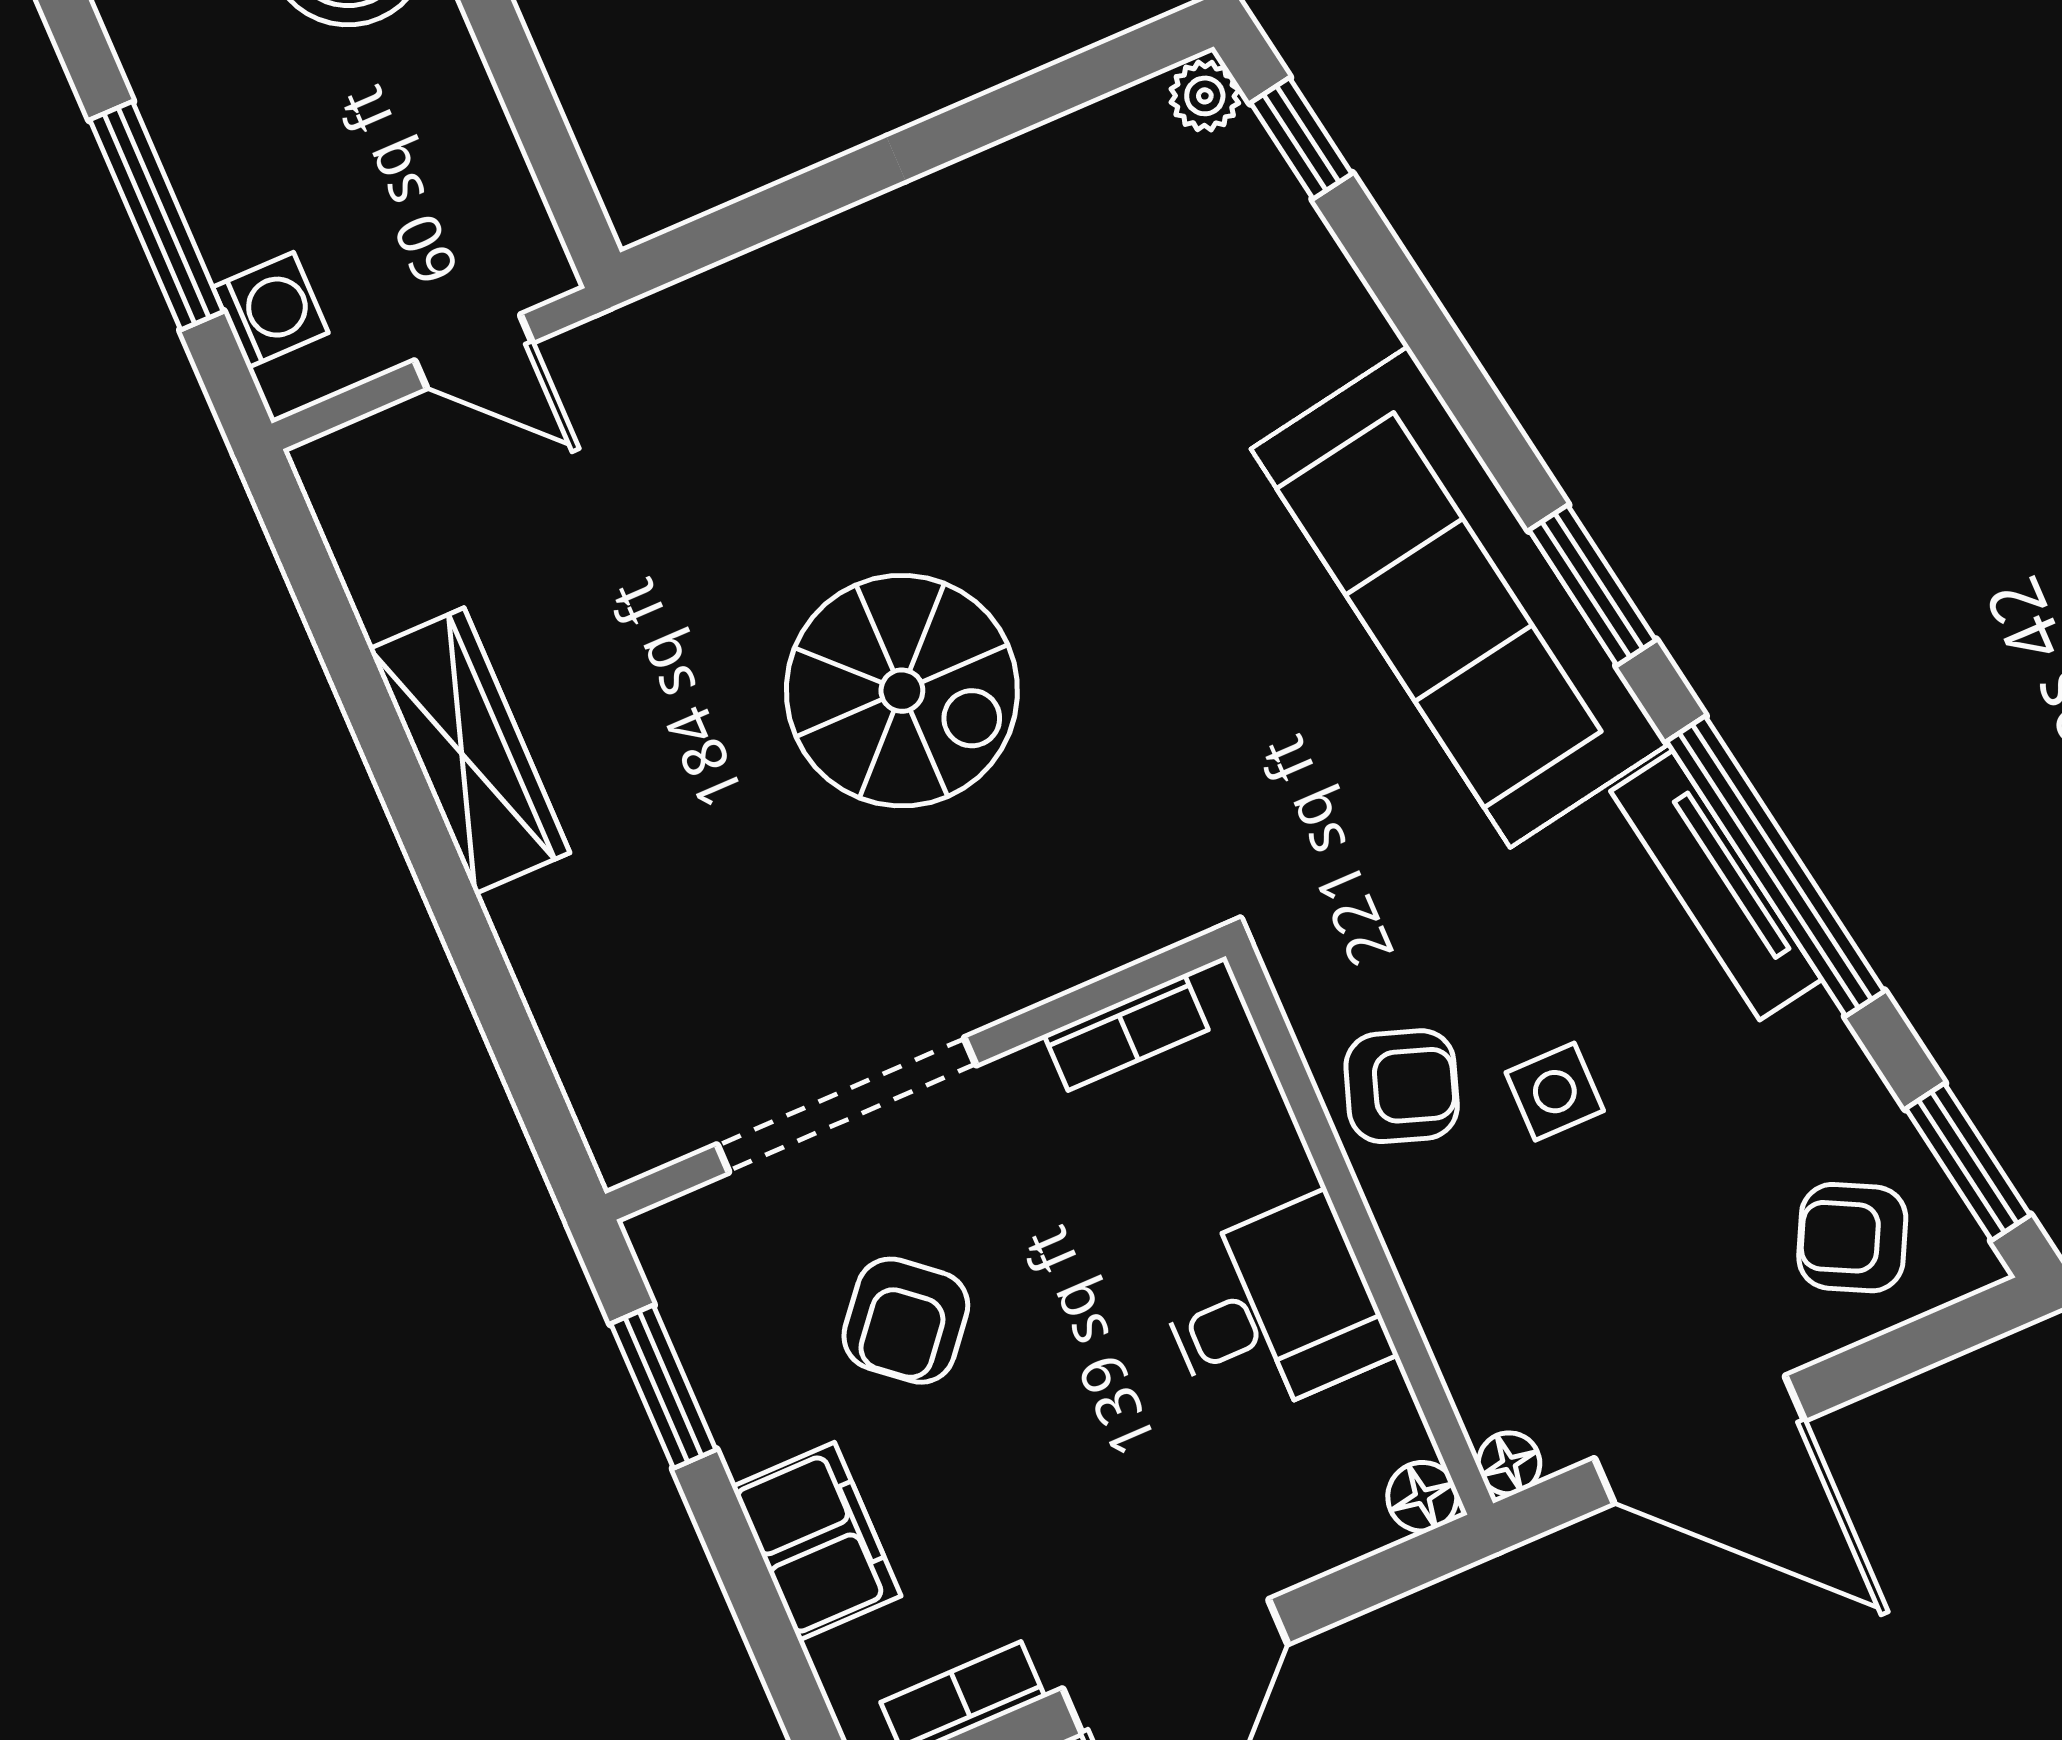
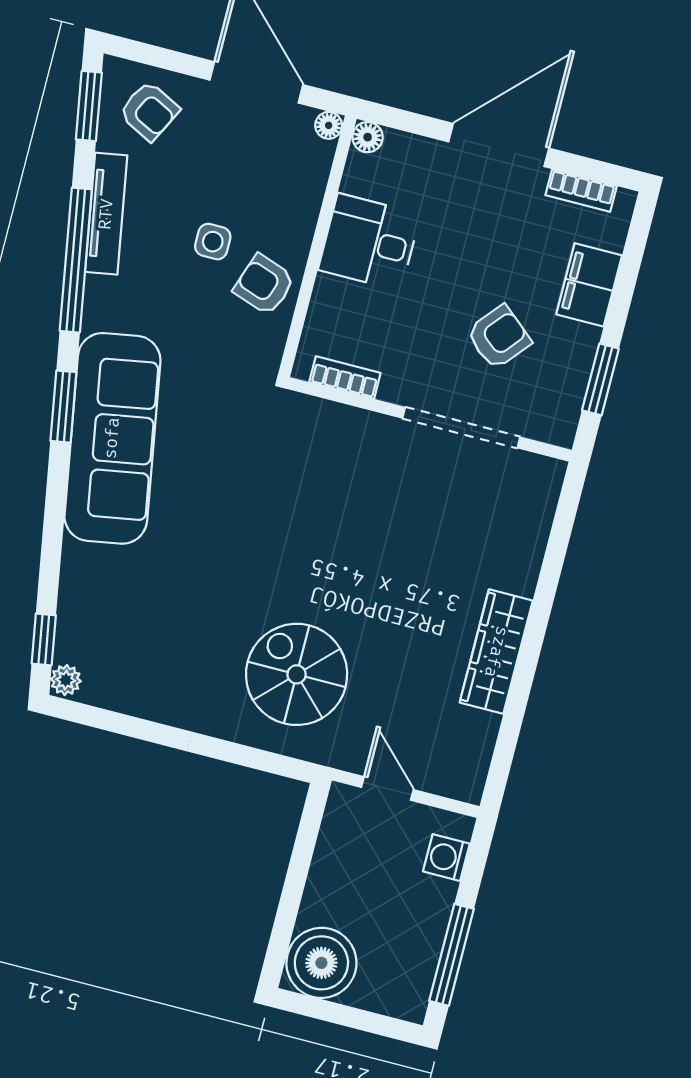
window: (157, 216) -> (452, 955), moved
spiral stairs: (902, 691) -> (297, 674), moved
tv unit: (1716, 885) -> (106, 214), moved

